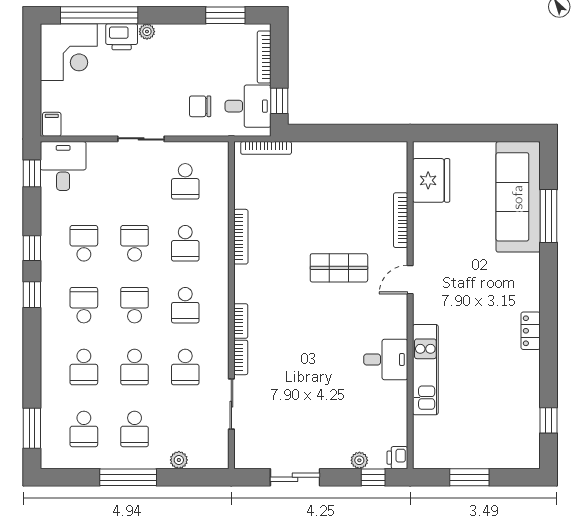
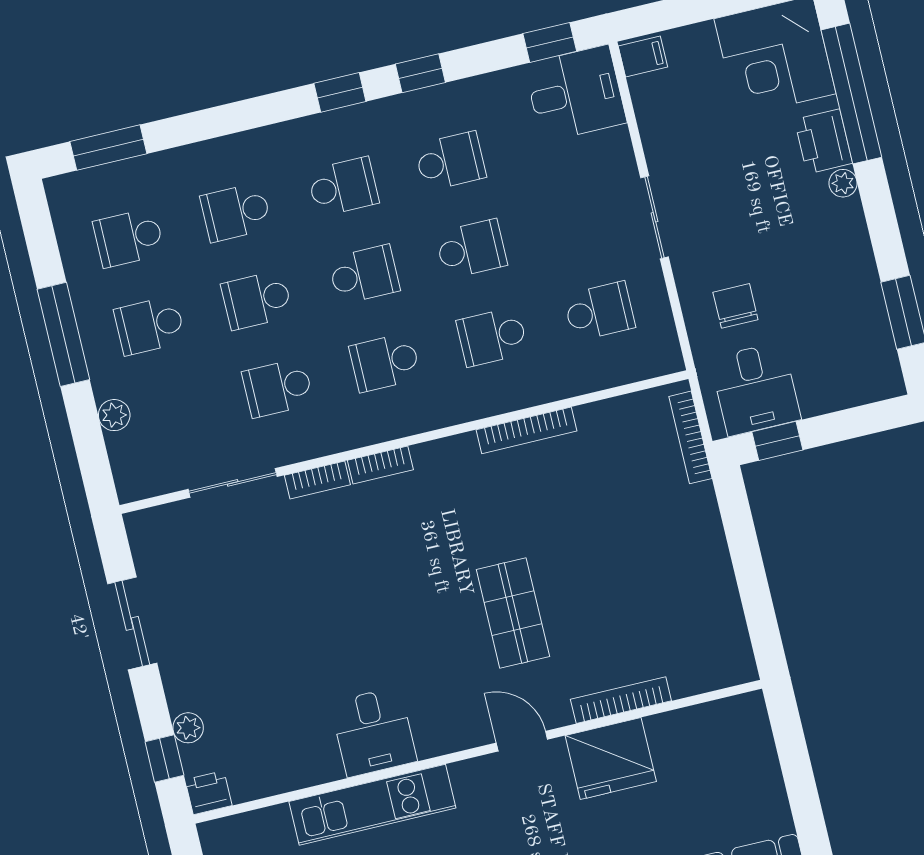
bookcase: (264, 57) -> (847, 397), removed
fridge: (431, 180) -> (611, 759), moved
school desk: (185, 181) -> (599, 311), turned 180

